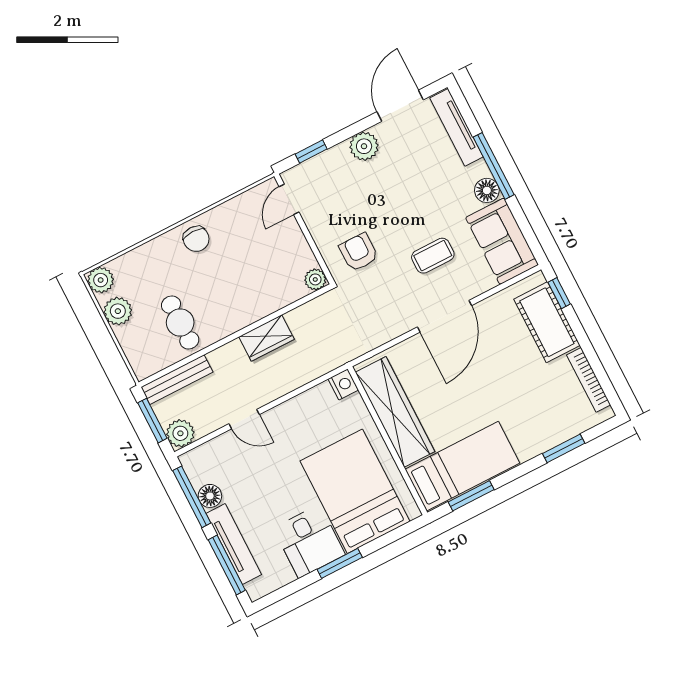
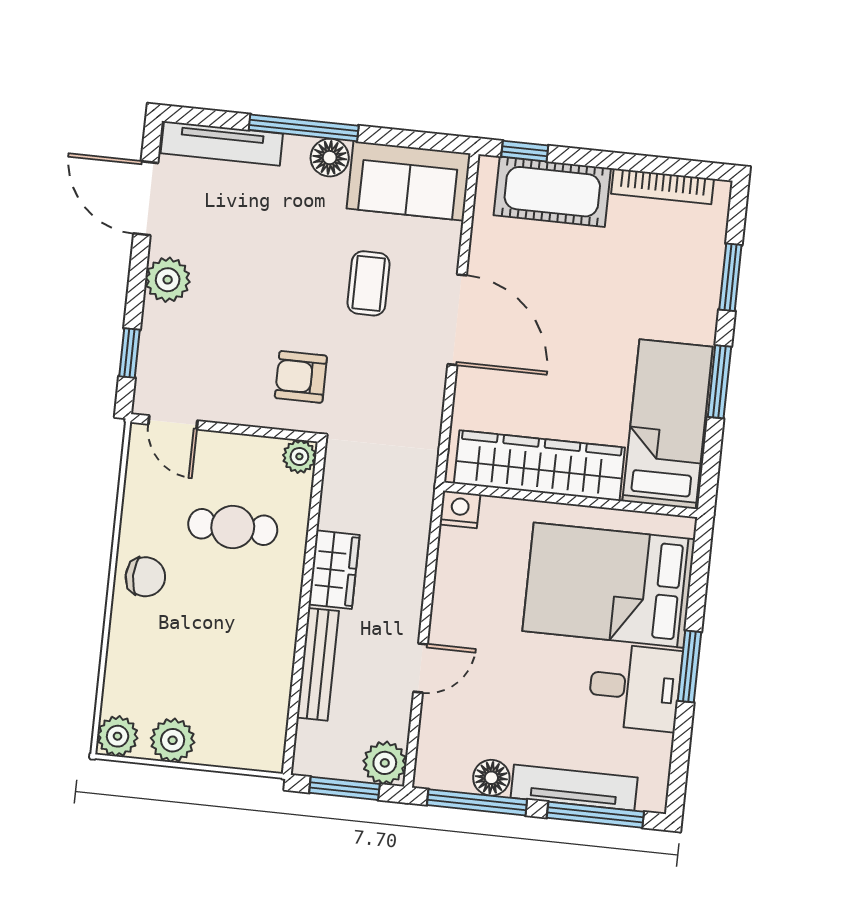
cafe table: (180, 322) -> (233, 527), moved
bench: (177, 379) -> (318, 664), moved
window: (471, 496) -> (719, 382), moved

